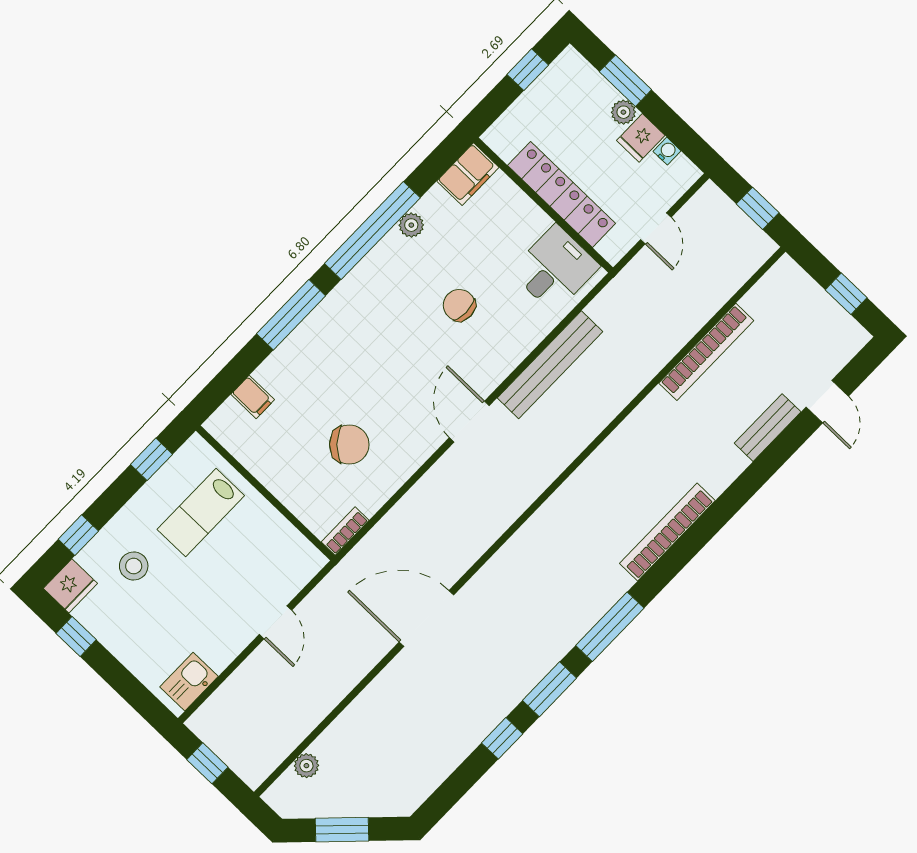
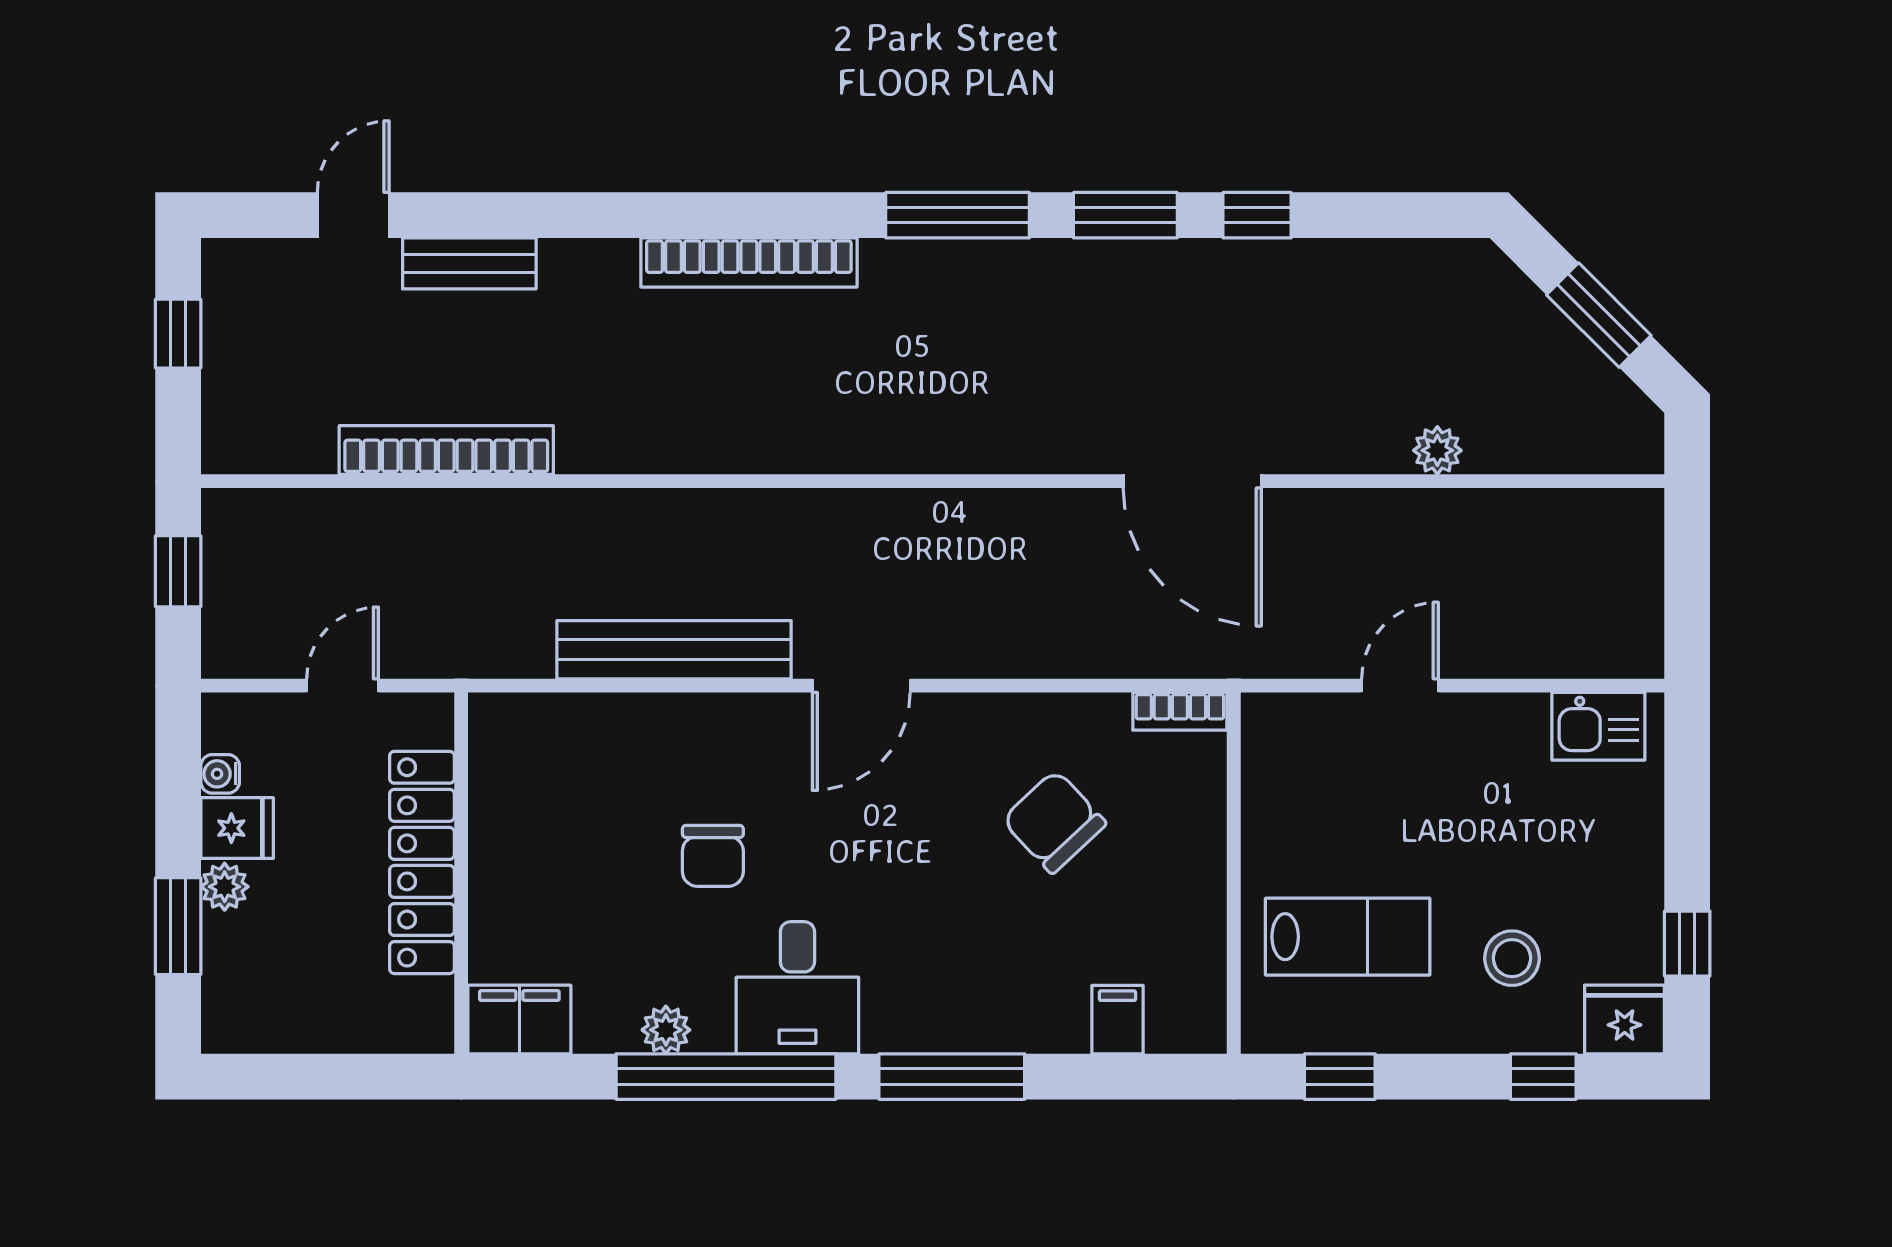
window: (528, 70) -> (294, 1077), removed
desk: (555, 269) -> (797, 988), moved, turned -90
window: (207, 763) -> (1687, 591), removed
plant: (306, 766) -> (1437, 450), moved

